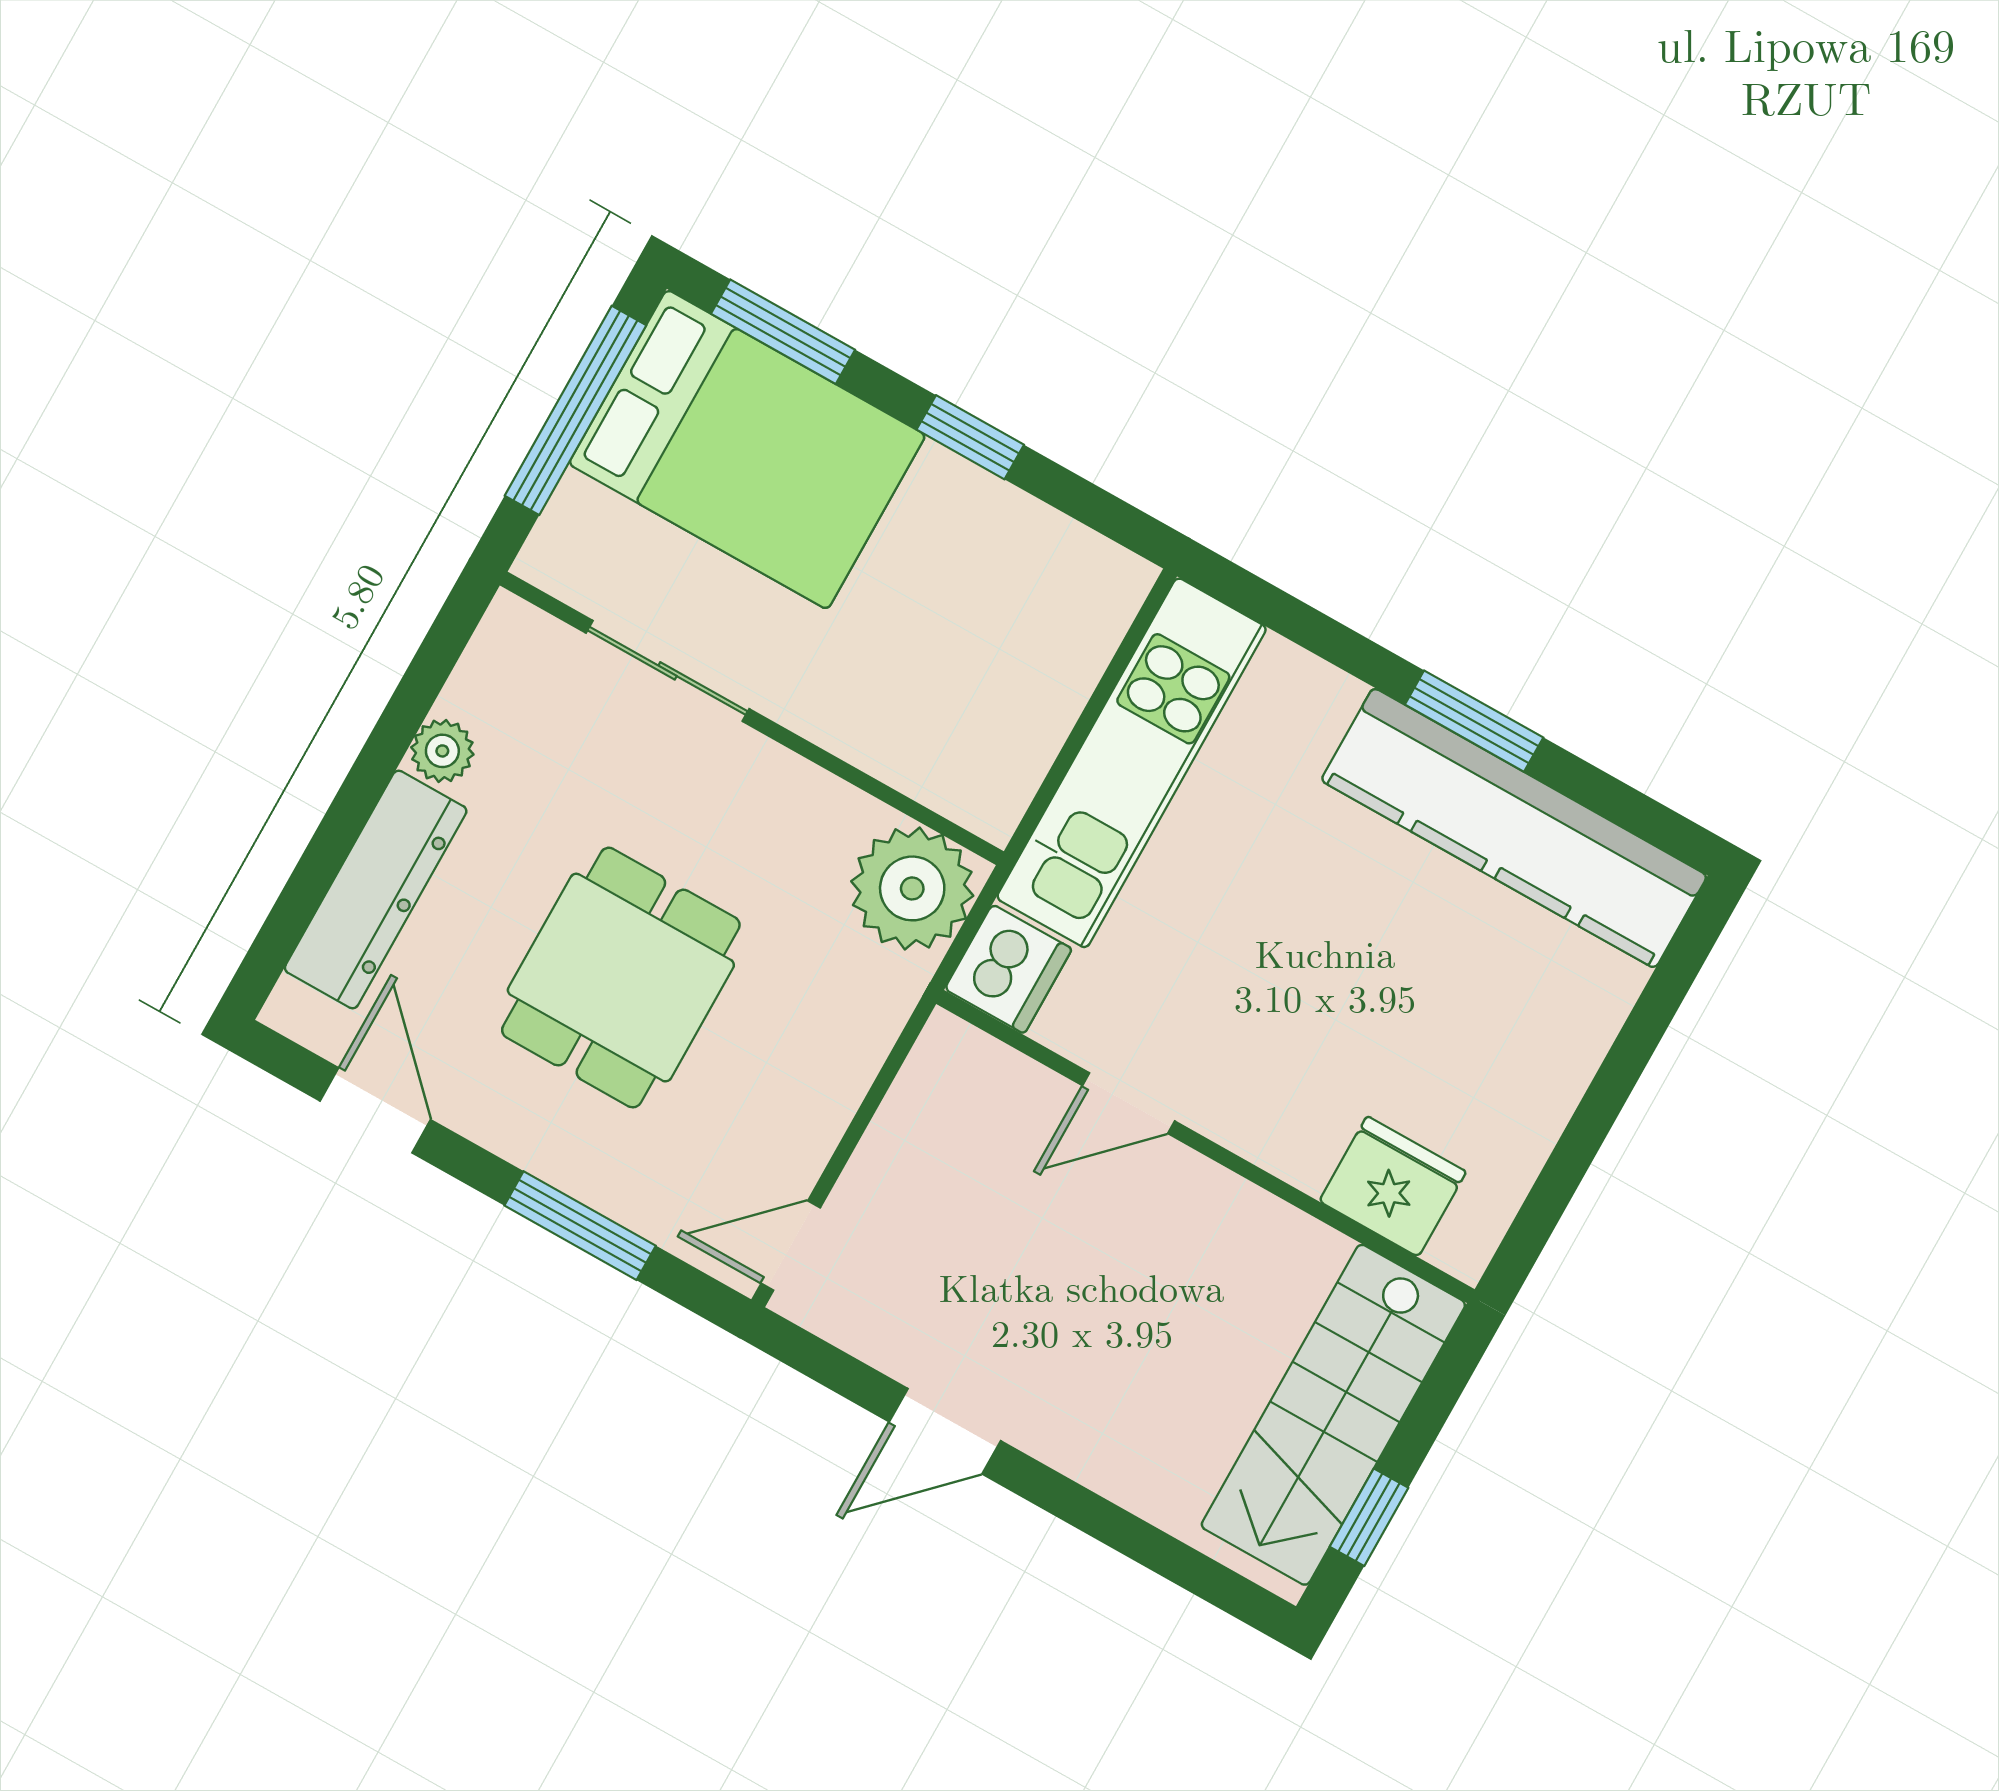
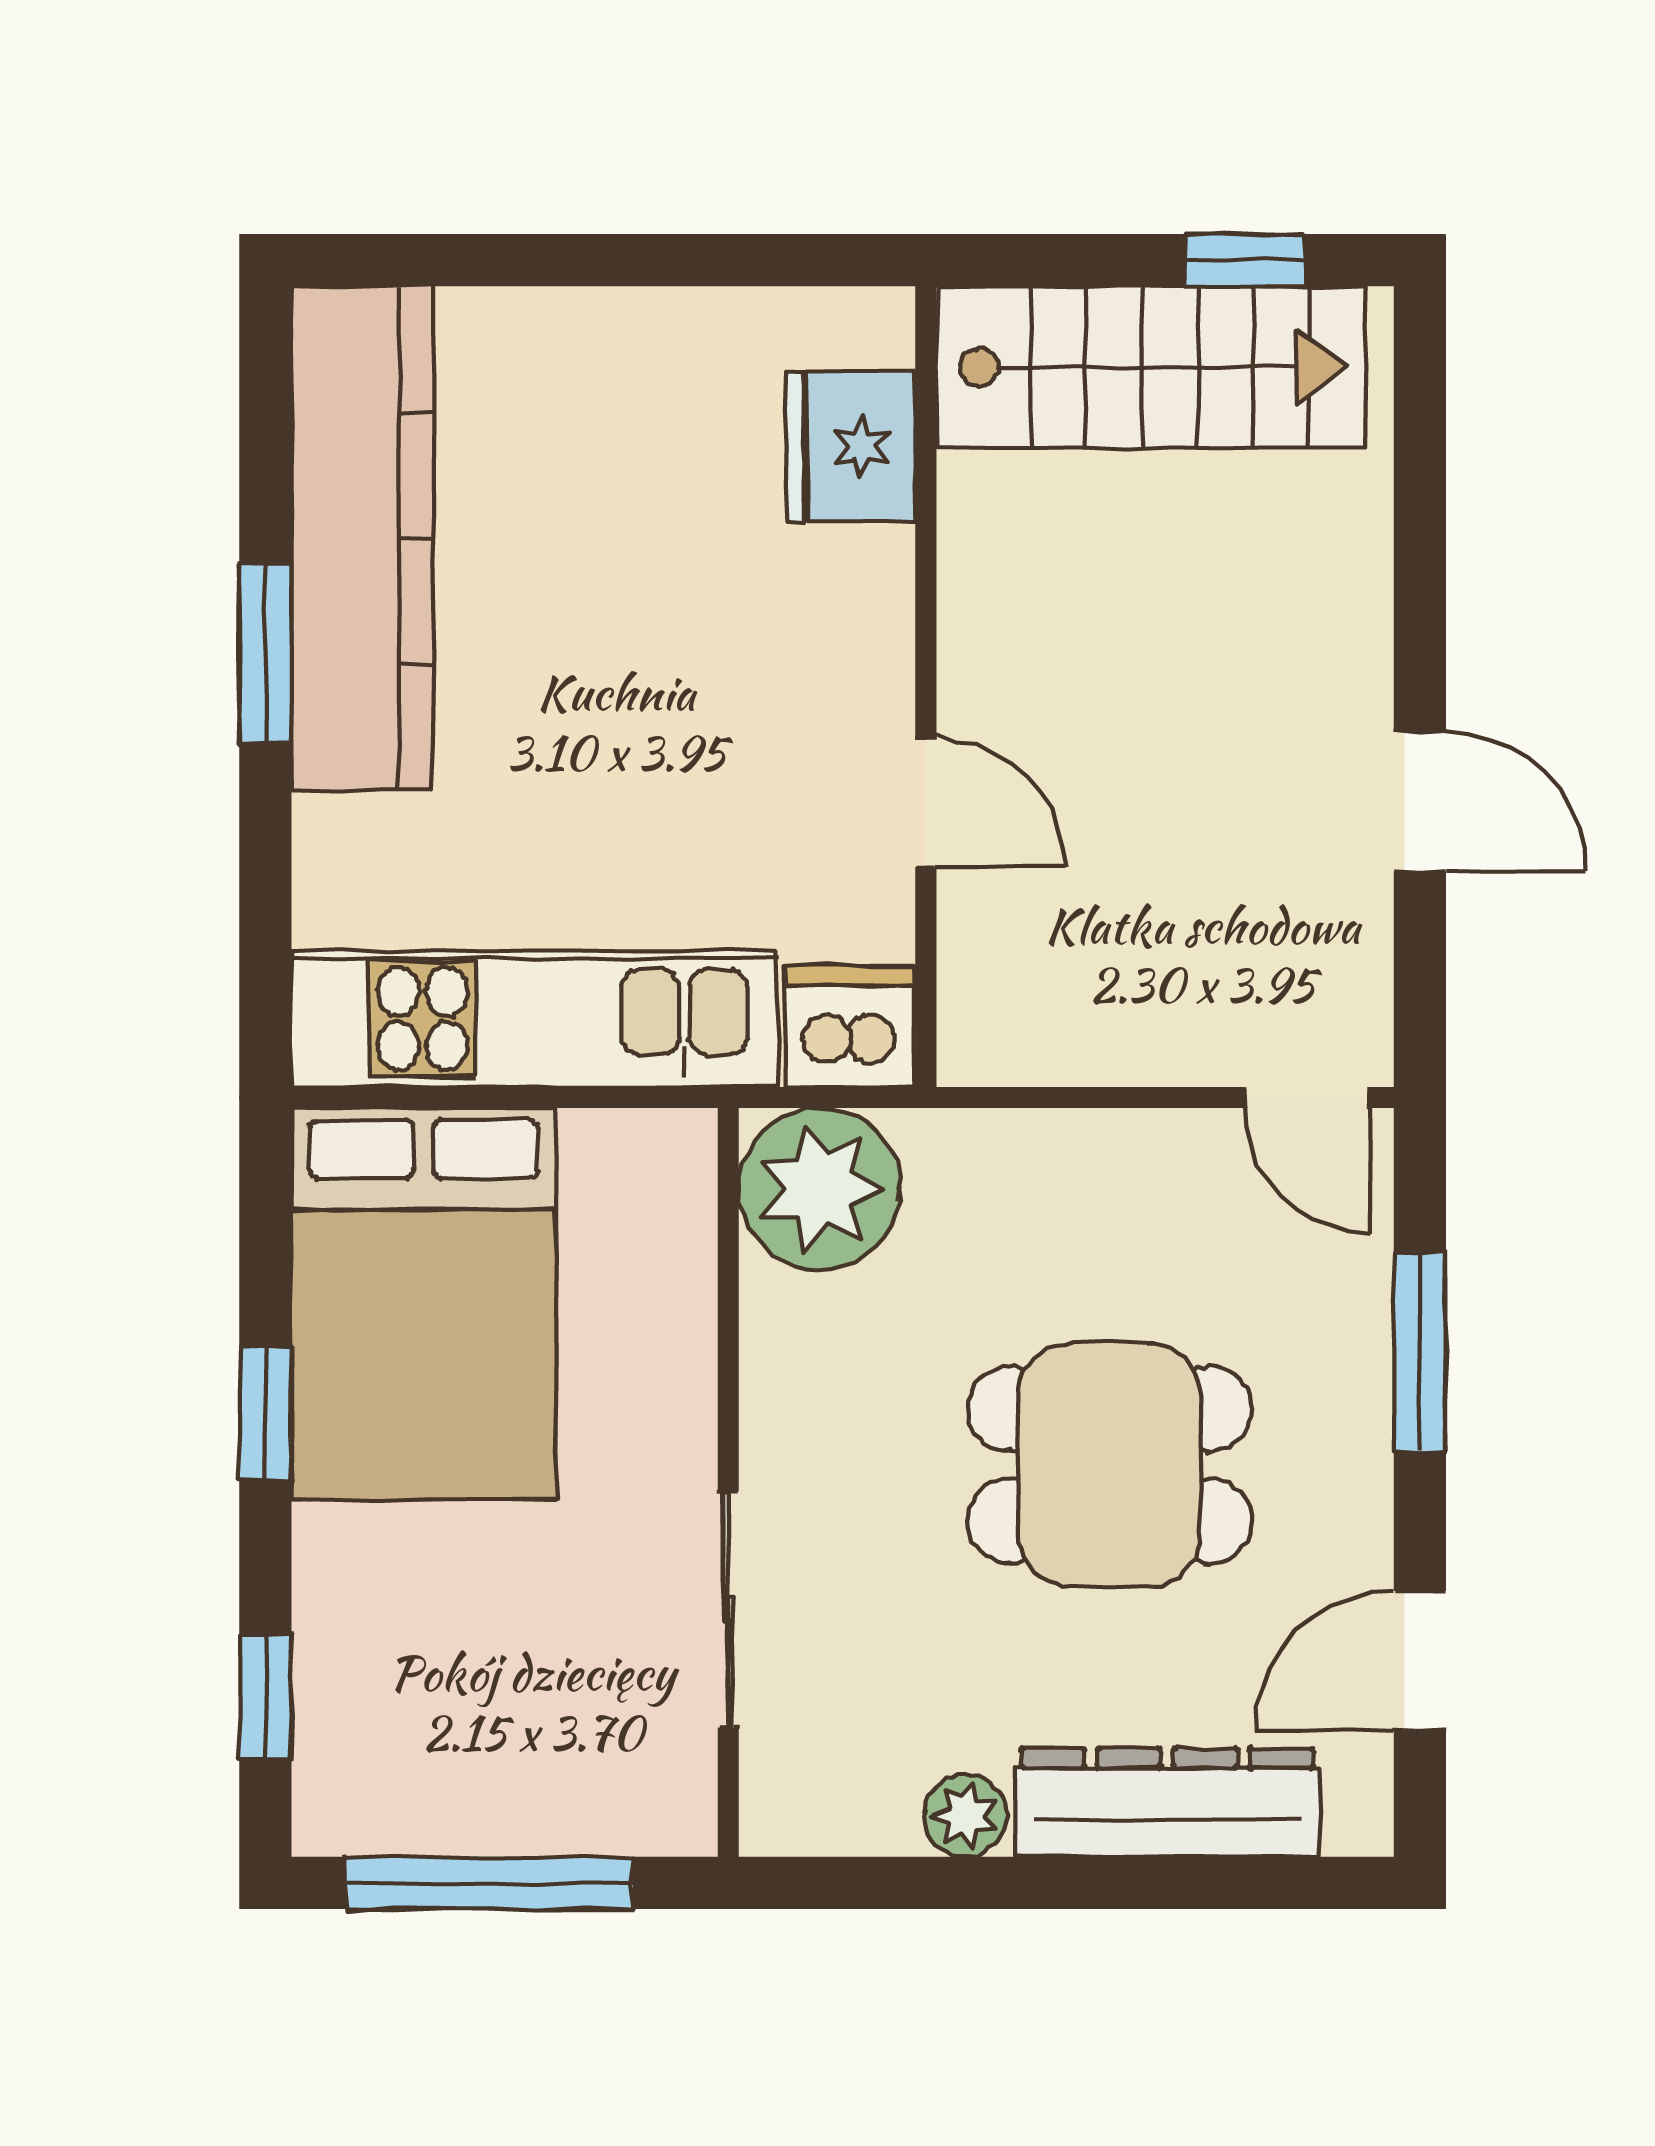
window: (783, 332) -> (265, 1696), width x0.67
bed: (747, 449) -> (423, 1304), moved, turned 180

